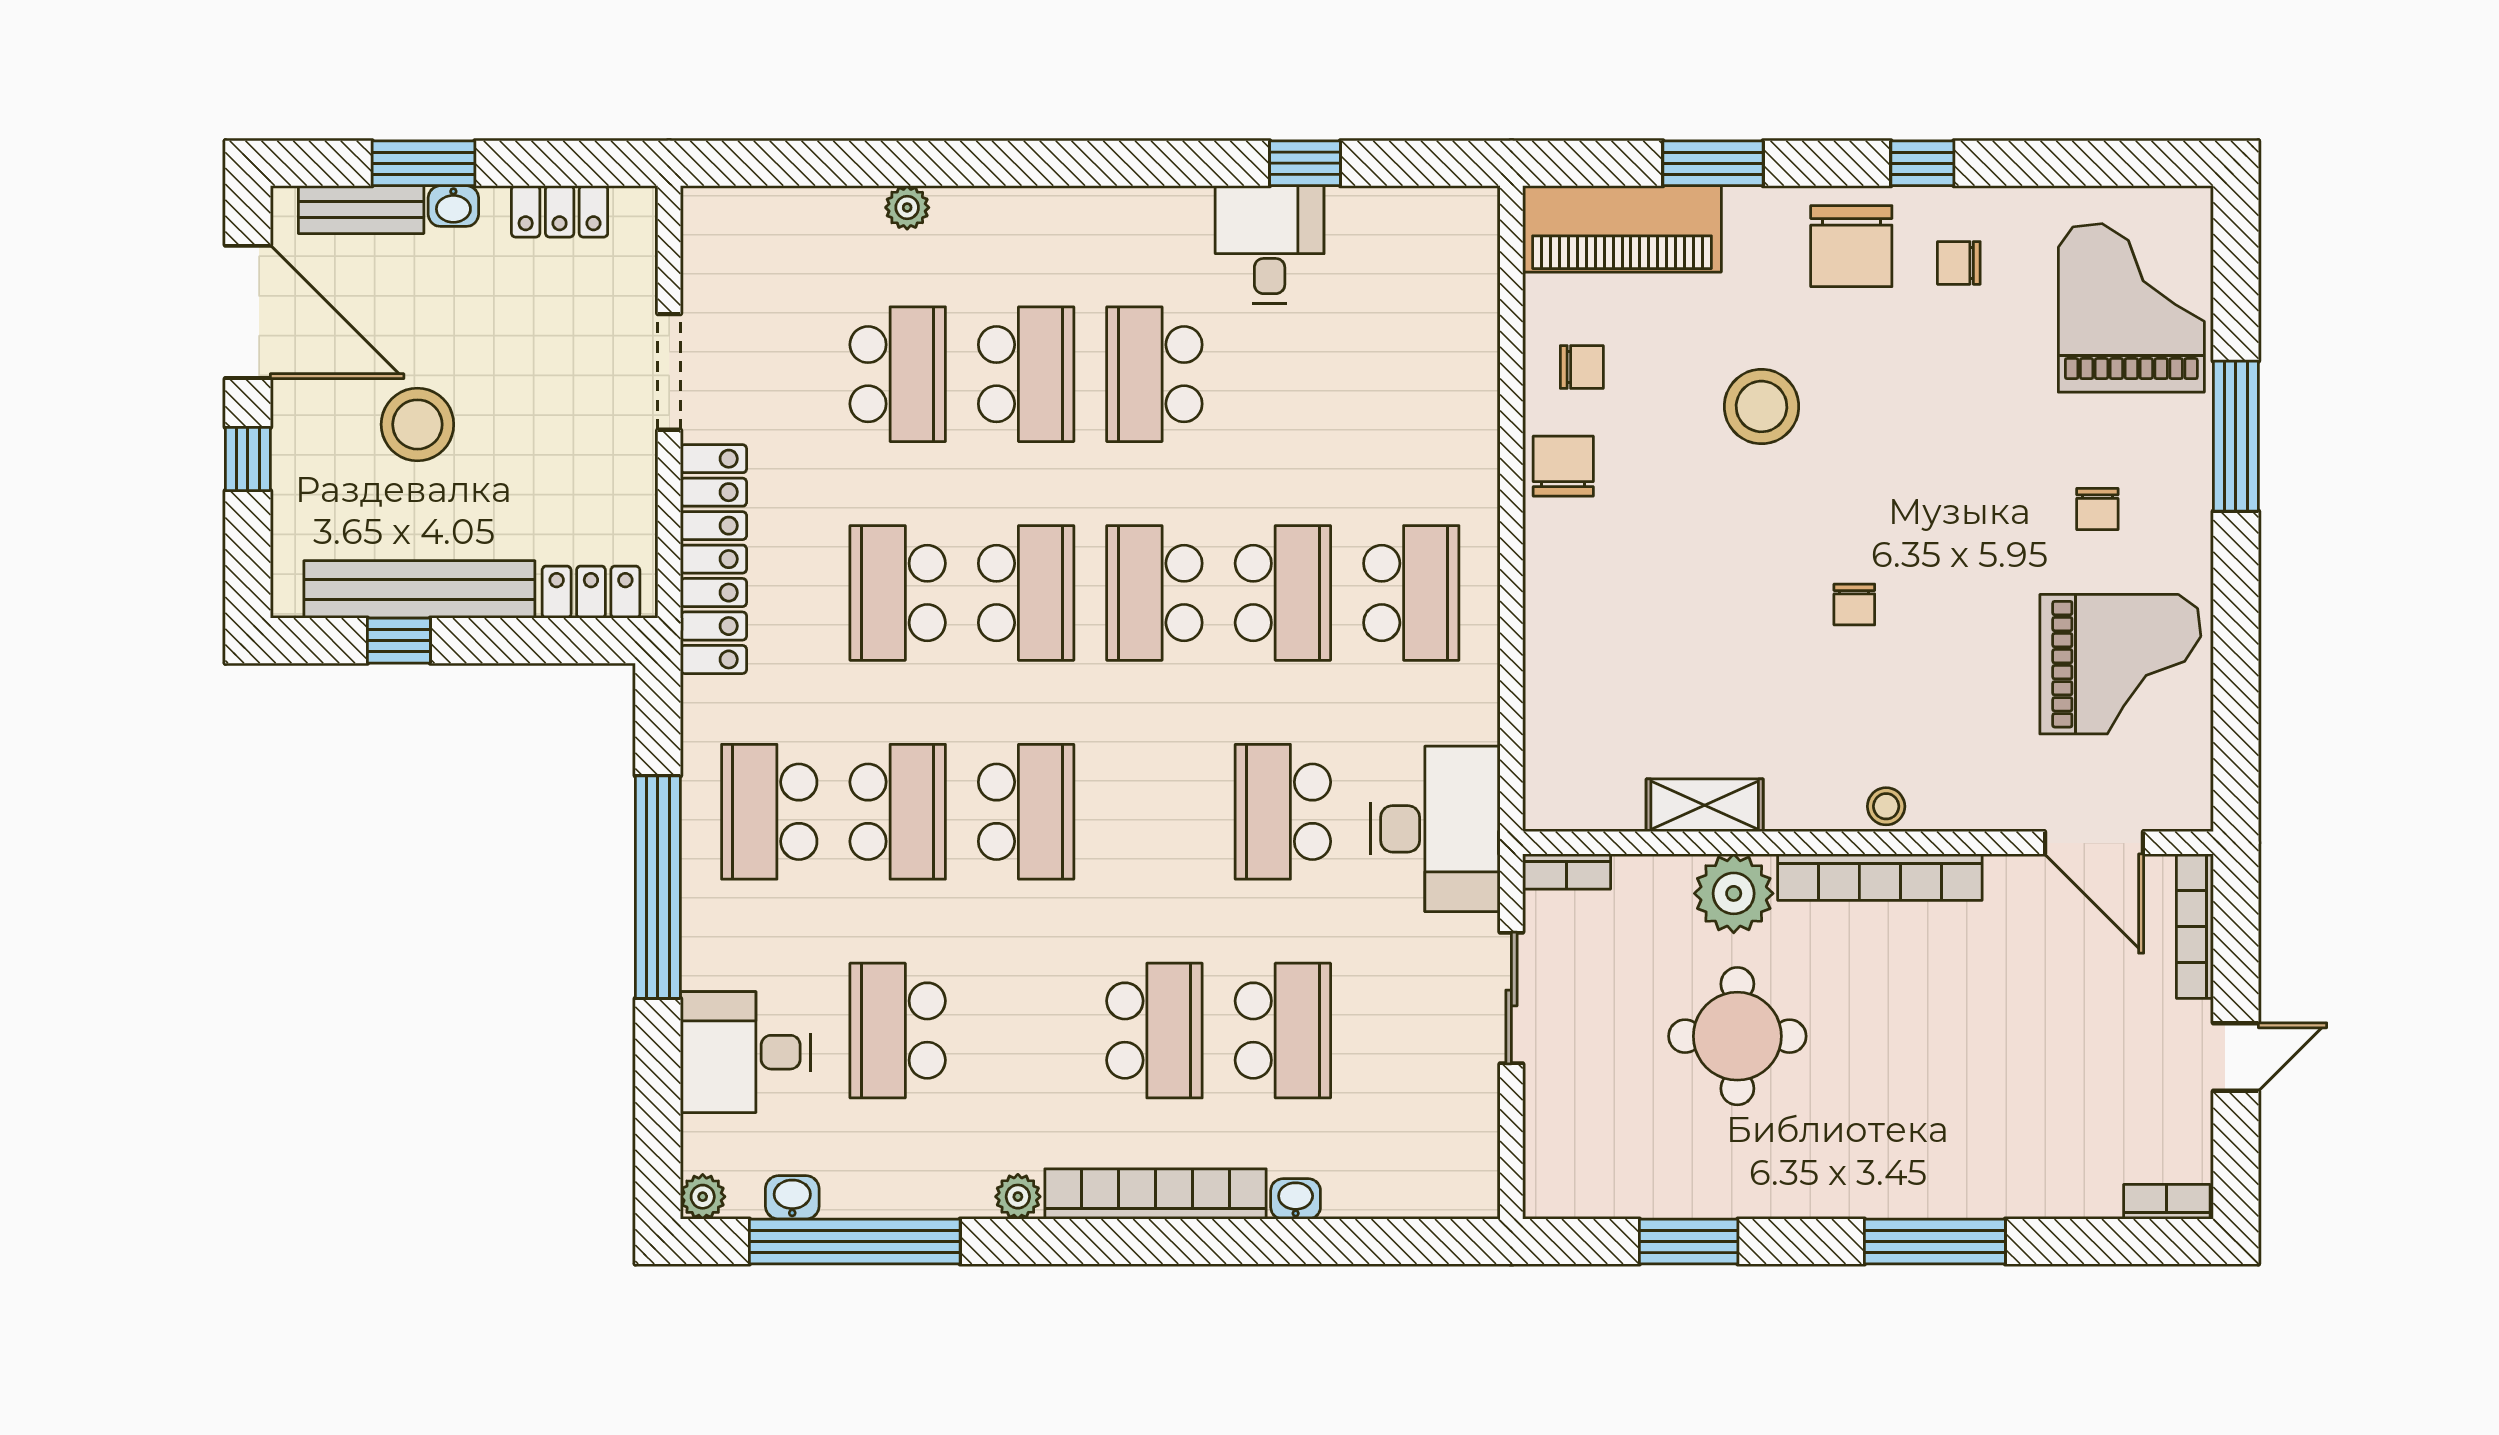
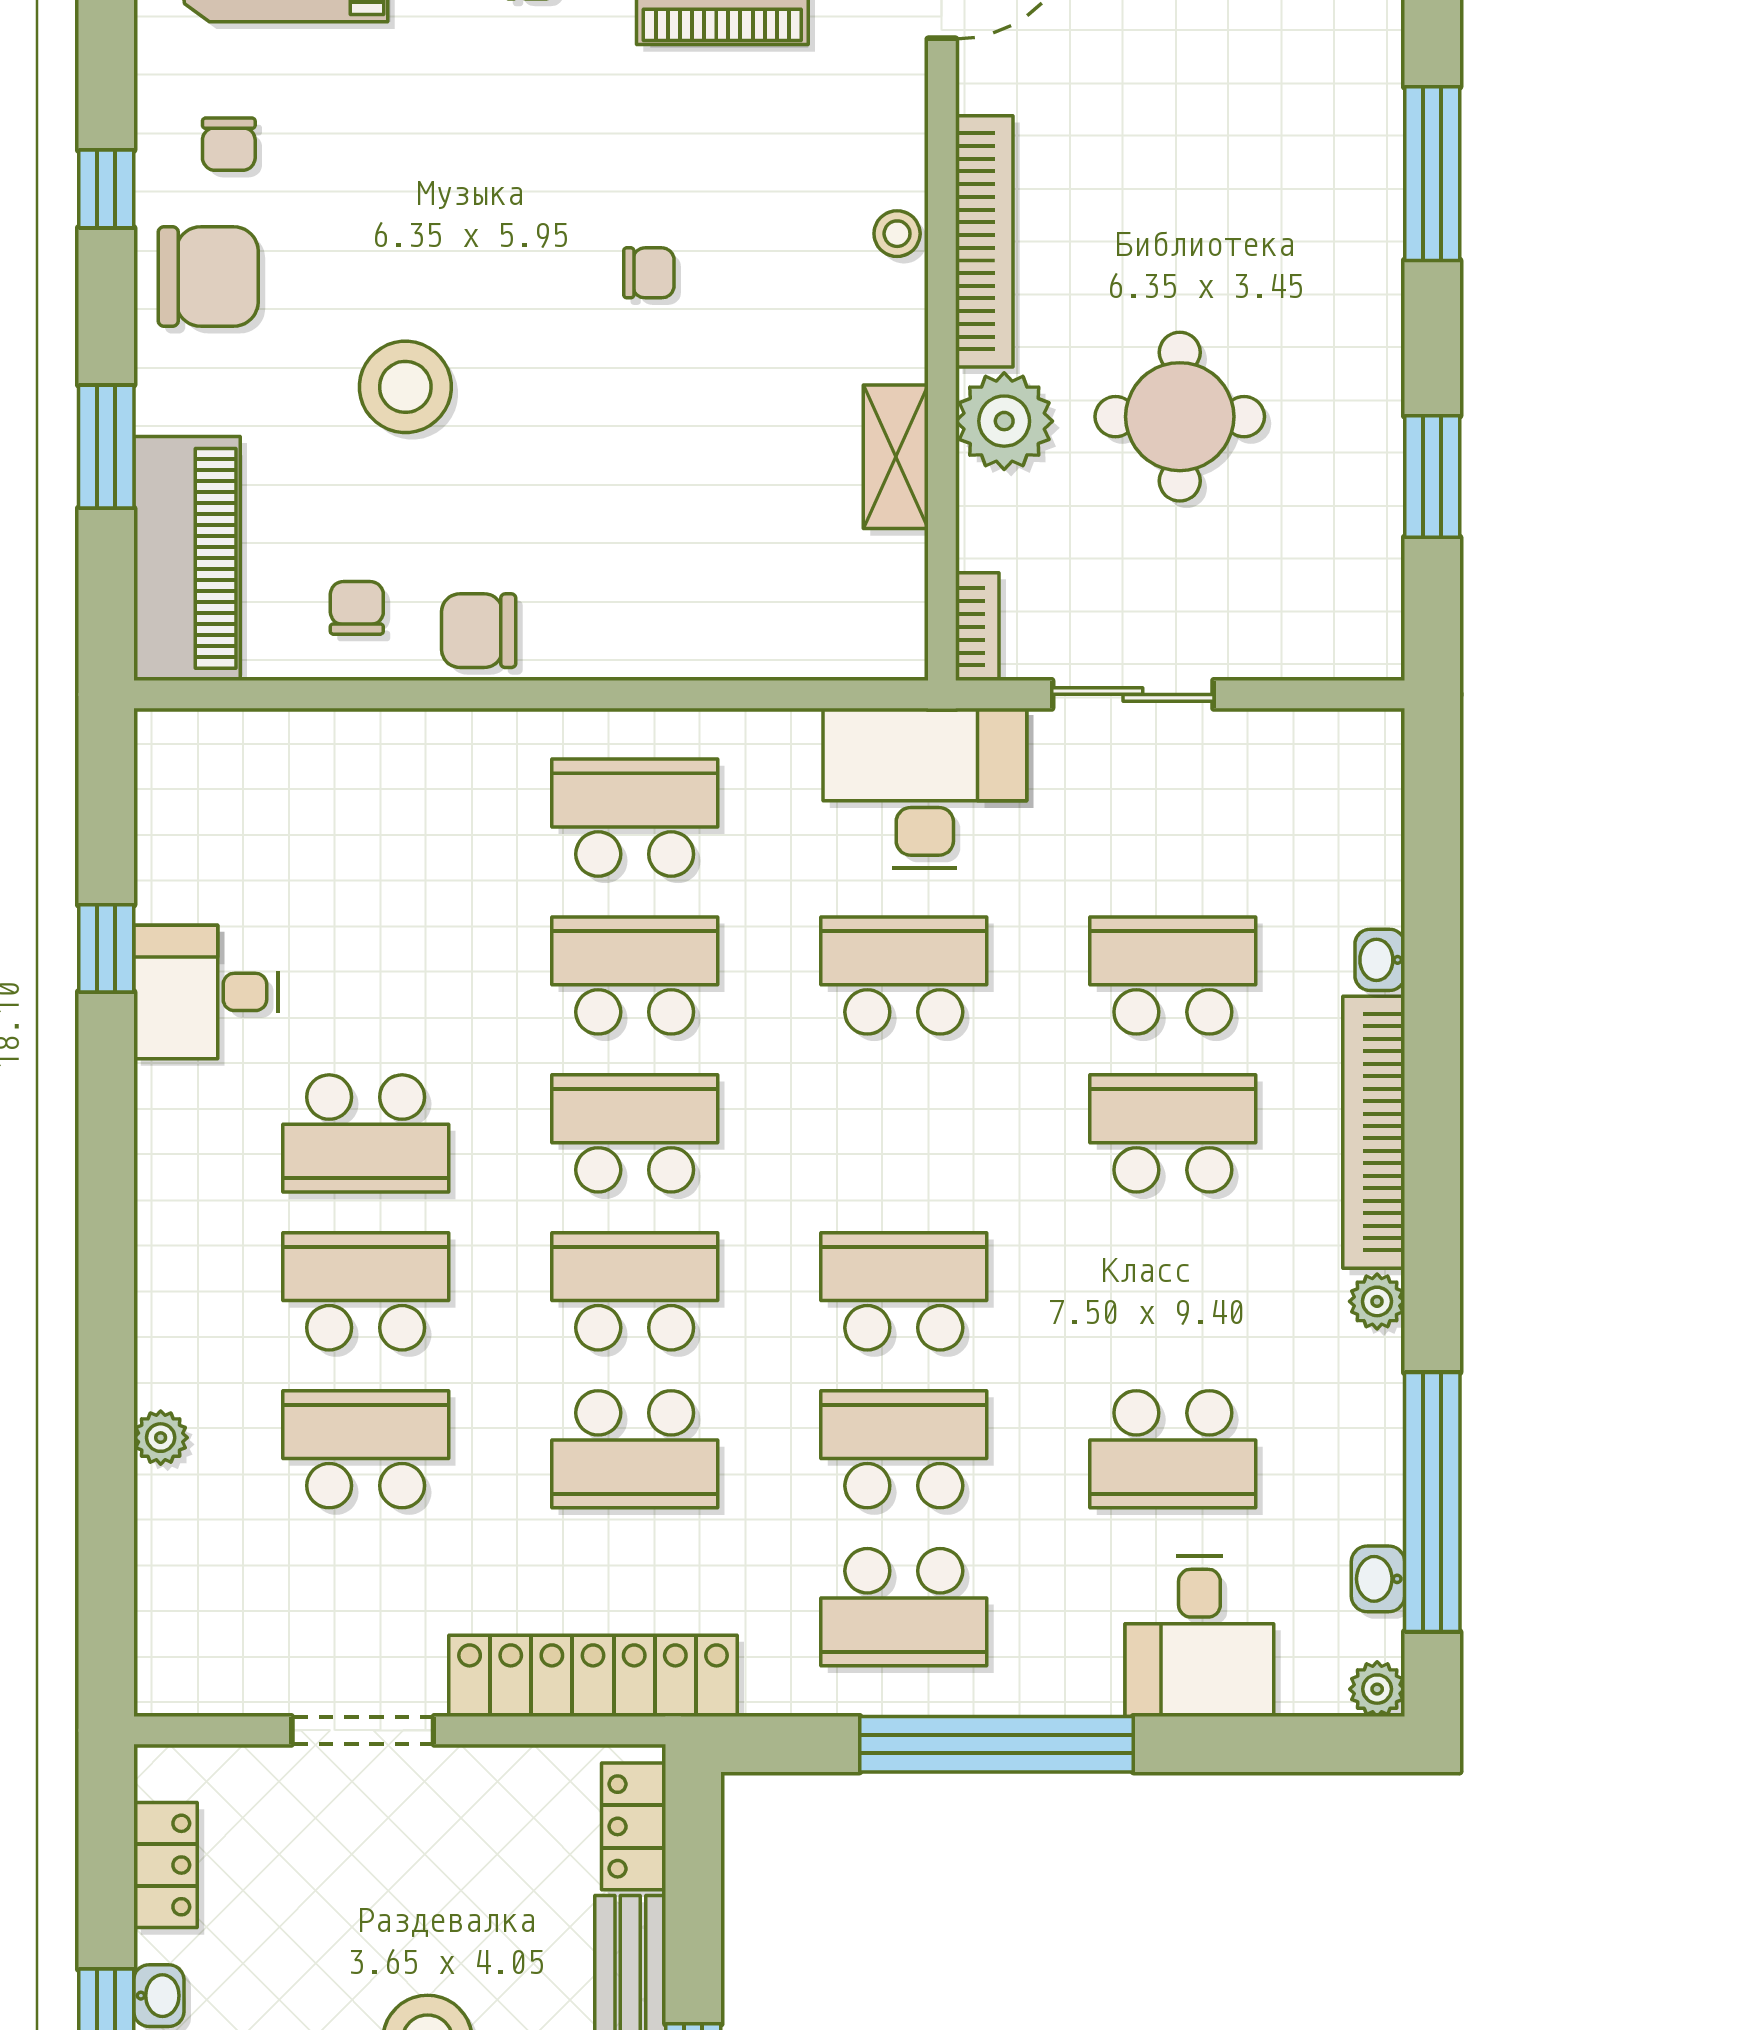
school desk: (1154, 593) -> (635, 1133), turned 180
school desk: (1283, 812) -> (904, 976), turned 180

